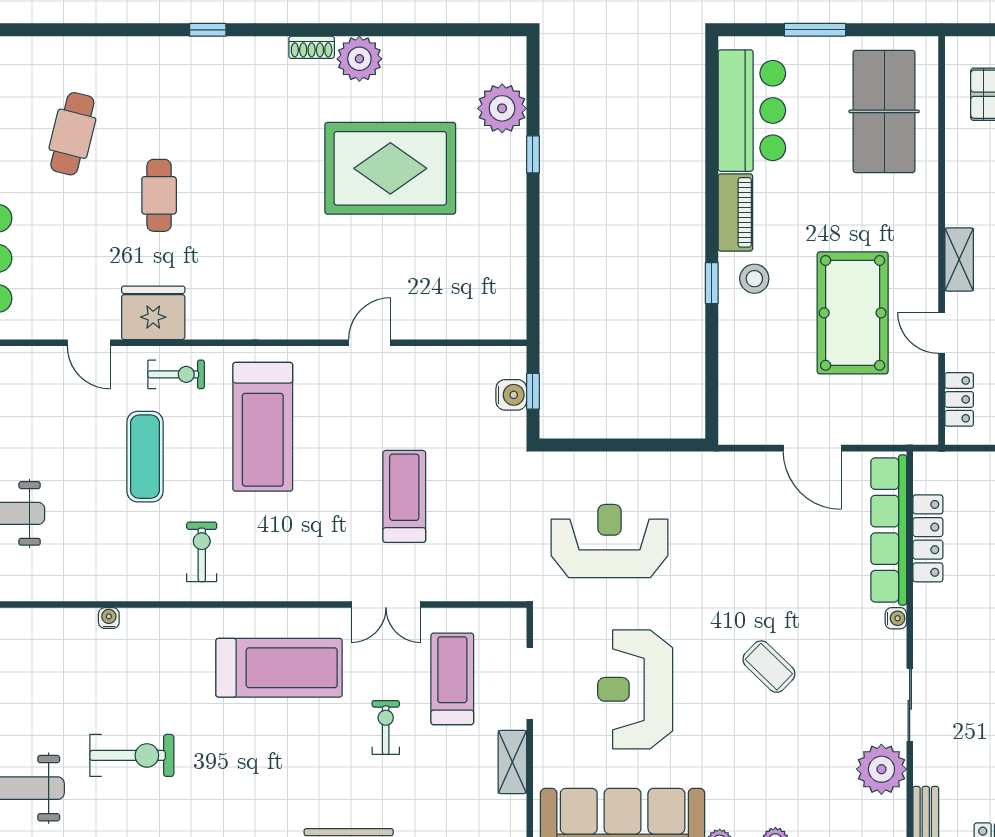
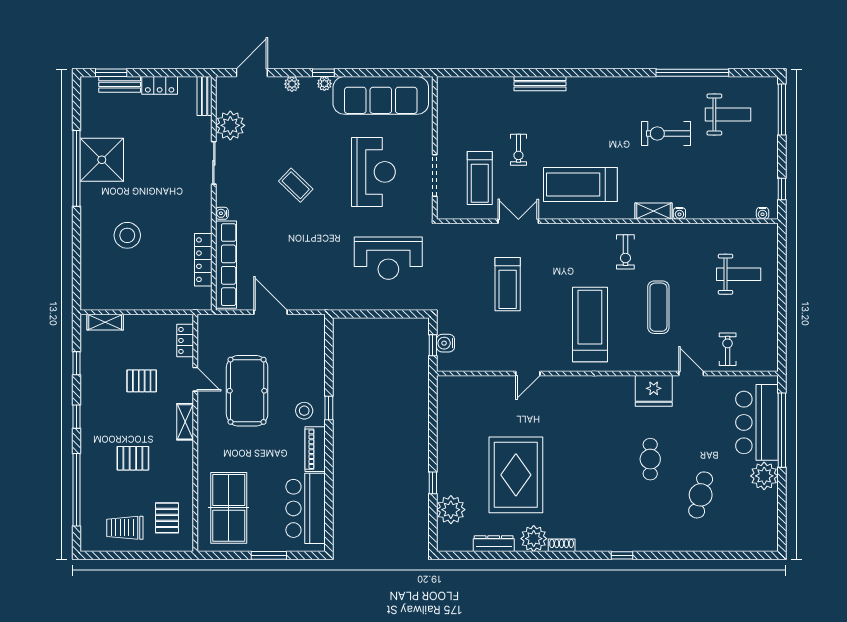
dresser: (428, 50) -> (494, 544), added
rug: (390, 168) -> (516, 475), turned 90
exercise bike: (176, 374) -> (728, 349), moved, turned 90
shelving: (512, 762) -> (654, 211), moved, turned 90

